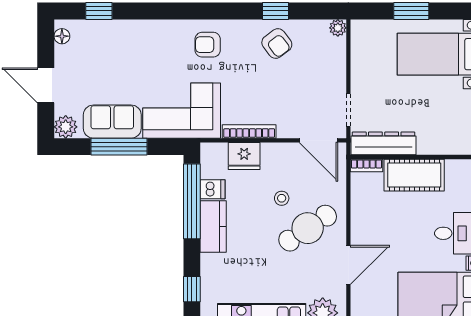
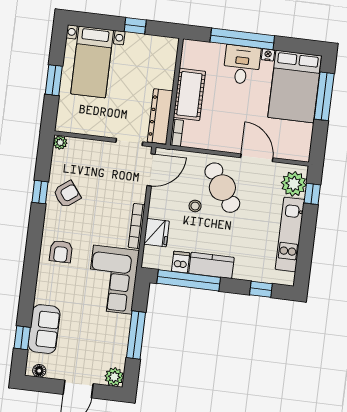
sofa: (112, 122) -> (44, 329), moved, turned 180

